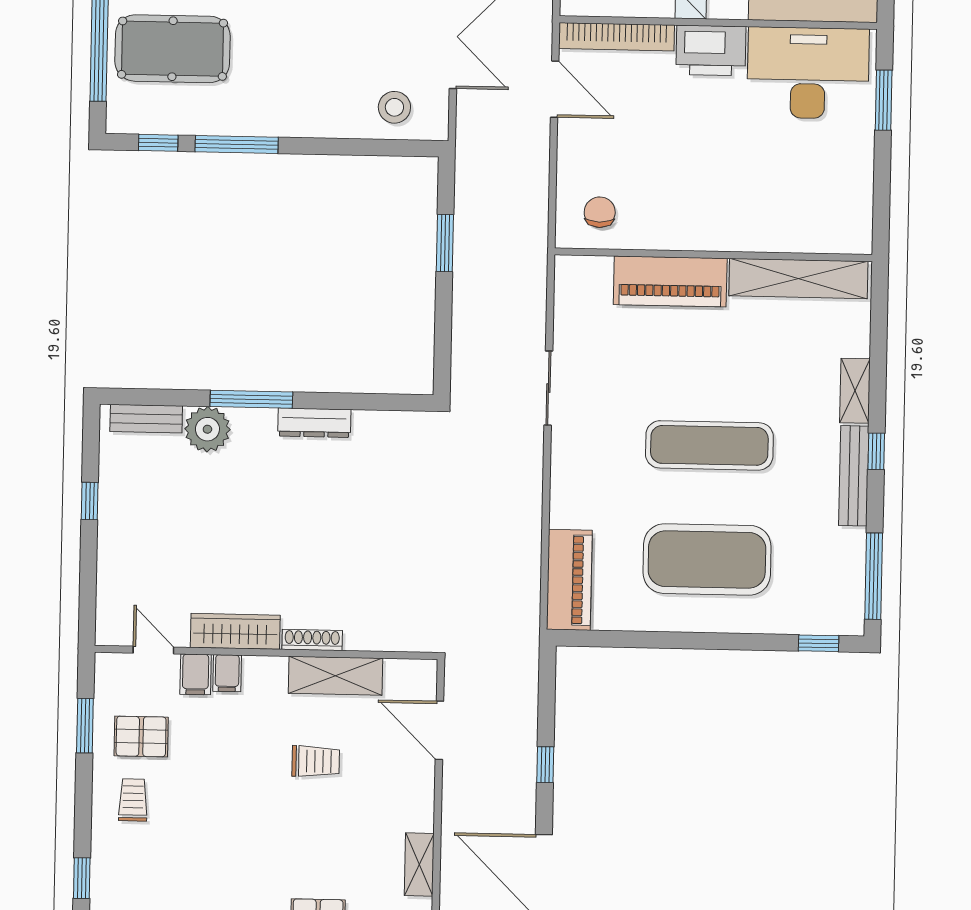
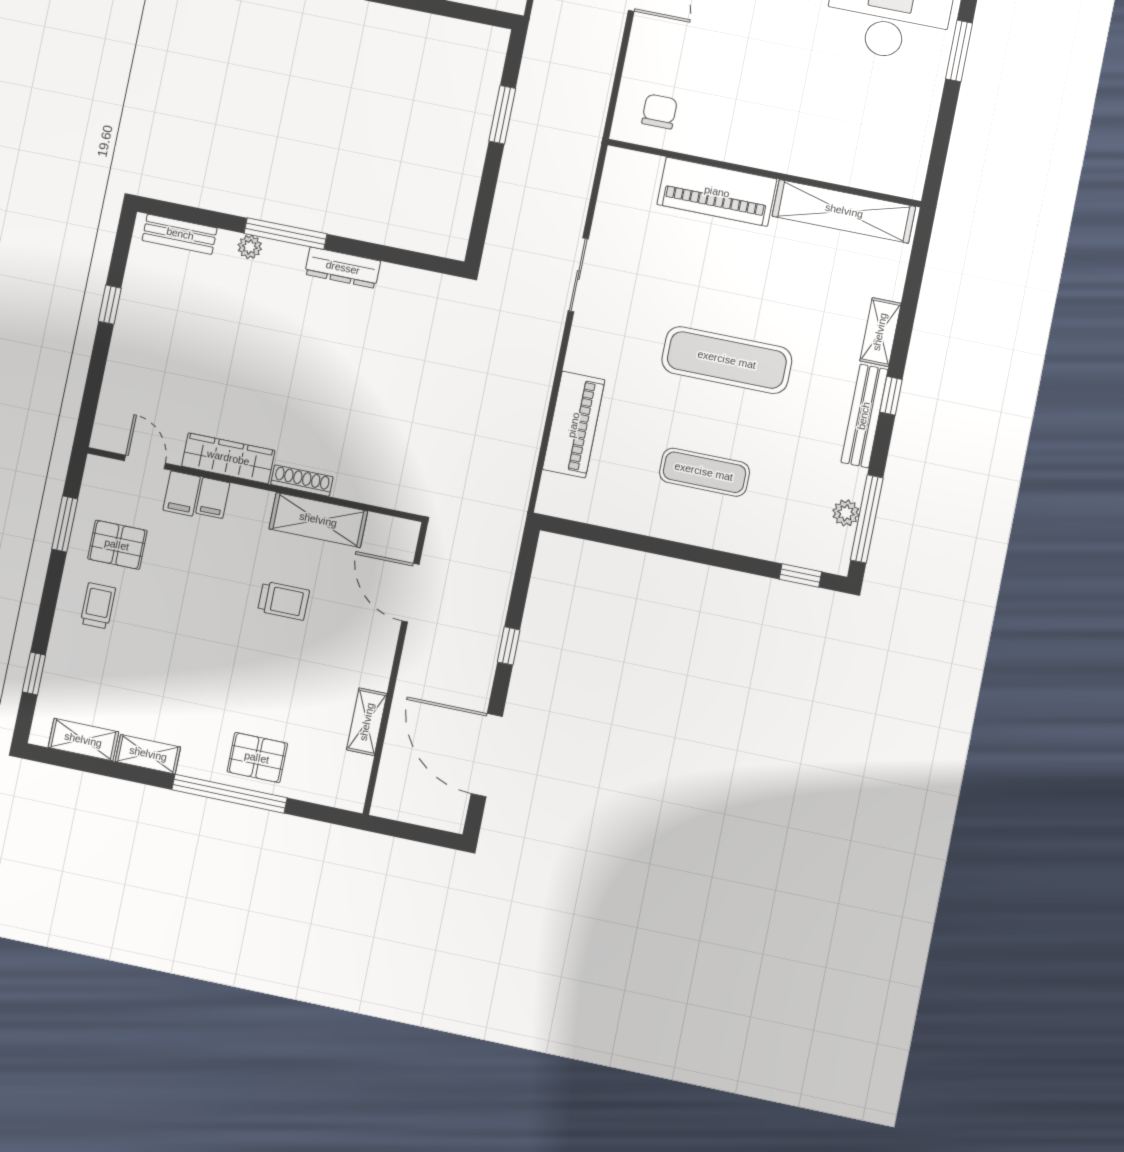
plant: (207, 429) -> (250, 247), width x0.53, depth x0.53
exercise mat: (707, 559) -> (704, 472), width x0.50, depth x0.69
plant: (852, 574) -> (846, 513), added
piano: (569, 580) -> (574, 425), moved

